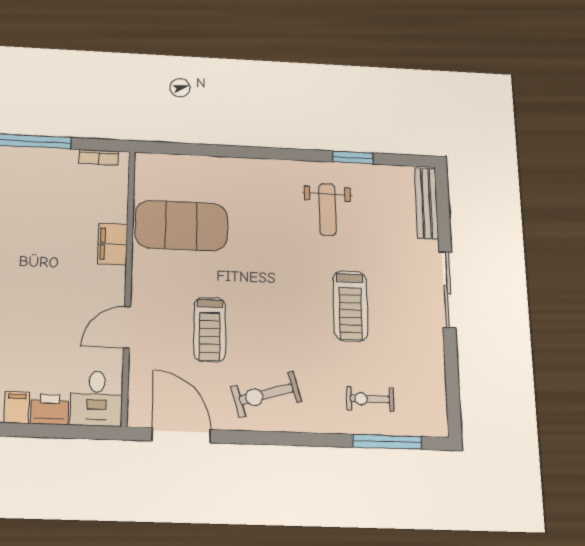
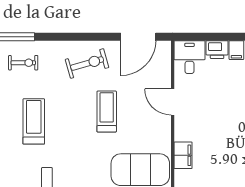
door: (127, 327) -> (173, 102), swing flipped
treadmill: (210, 329) -> (107, 112), moved
door: (181, 435) -> (138, 37), hinge flipped

